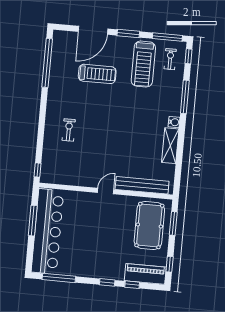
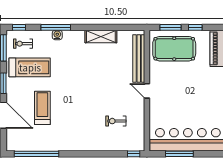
water cooler: (174, 122) -> (57, 35), moved
exercise bike: (69, 130) -> (116, 121), moved
window: (170, 264) -> (195, 27), moved

